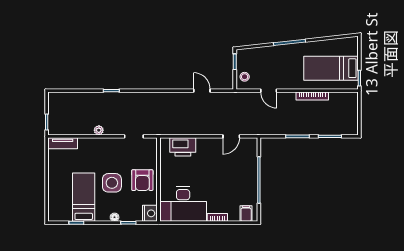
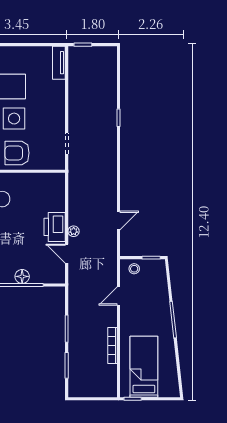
plant: (99, 130) -> (74, 231), moved
printer: (183, 147) -> (55, 227), moved
floor lamp: (251, 176) -> (22, 276), added

